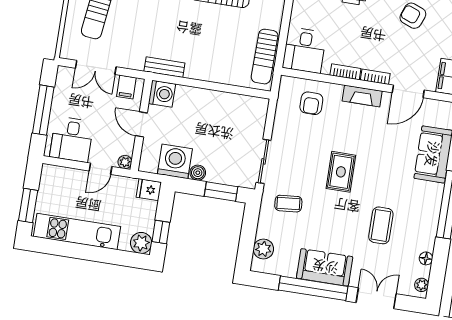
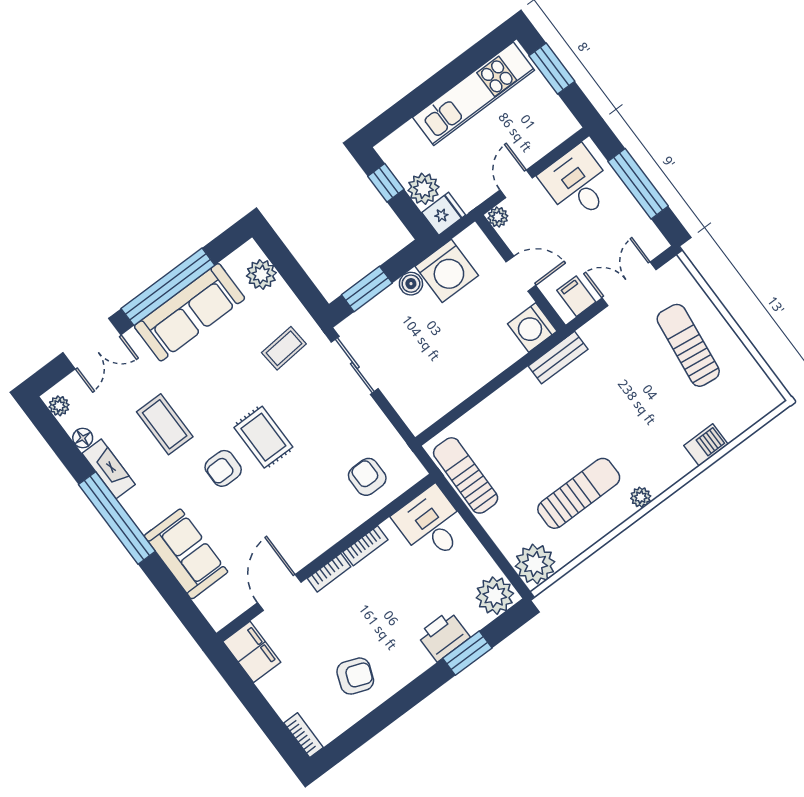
fireplace: (362, 96) -> (109, 469), moved, turned 90
armchair: (375, 177) -> (223, 468), added
plant: (141, 243) -> (423, 189), moved
sofa: (325, 267) -> (190, 312), width x1.36

